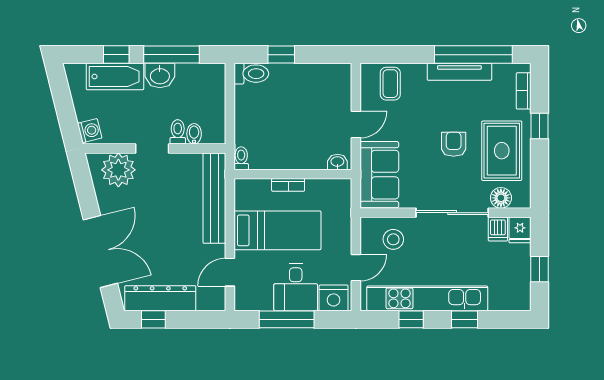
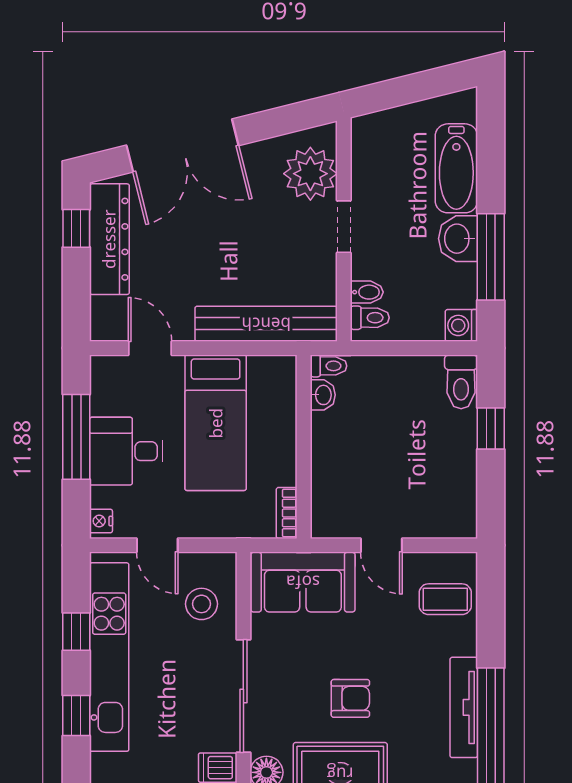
window: (116, 55) -> (491, 170), removed
washing machine: (90, 131) -> (461, 325), moved, turned 104
toilet: (178, 132) -> (370, 318), moved
washbasin: (337, 162) -> (323, 395), moved
bookcase: (288, 185) -> (287, 513), moved
nightstand: (334, 298) -> (101, 521), width x0.53, depth x0.56

